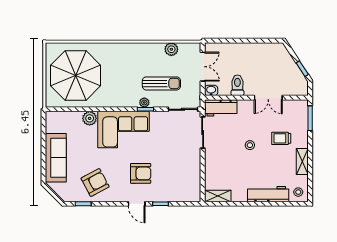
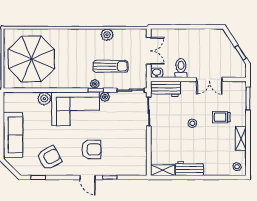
plant: (171, 49) -> (107, 35), moved
plant: (155, 116) -> (105, 97), added
workbench: (268, 194) -> (189, 169), moved, width x0.73

